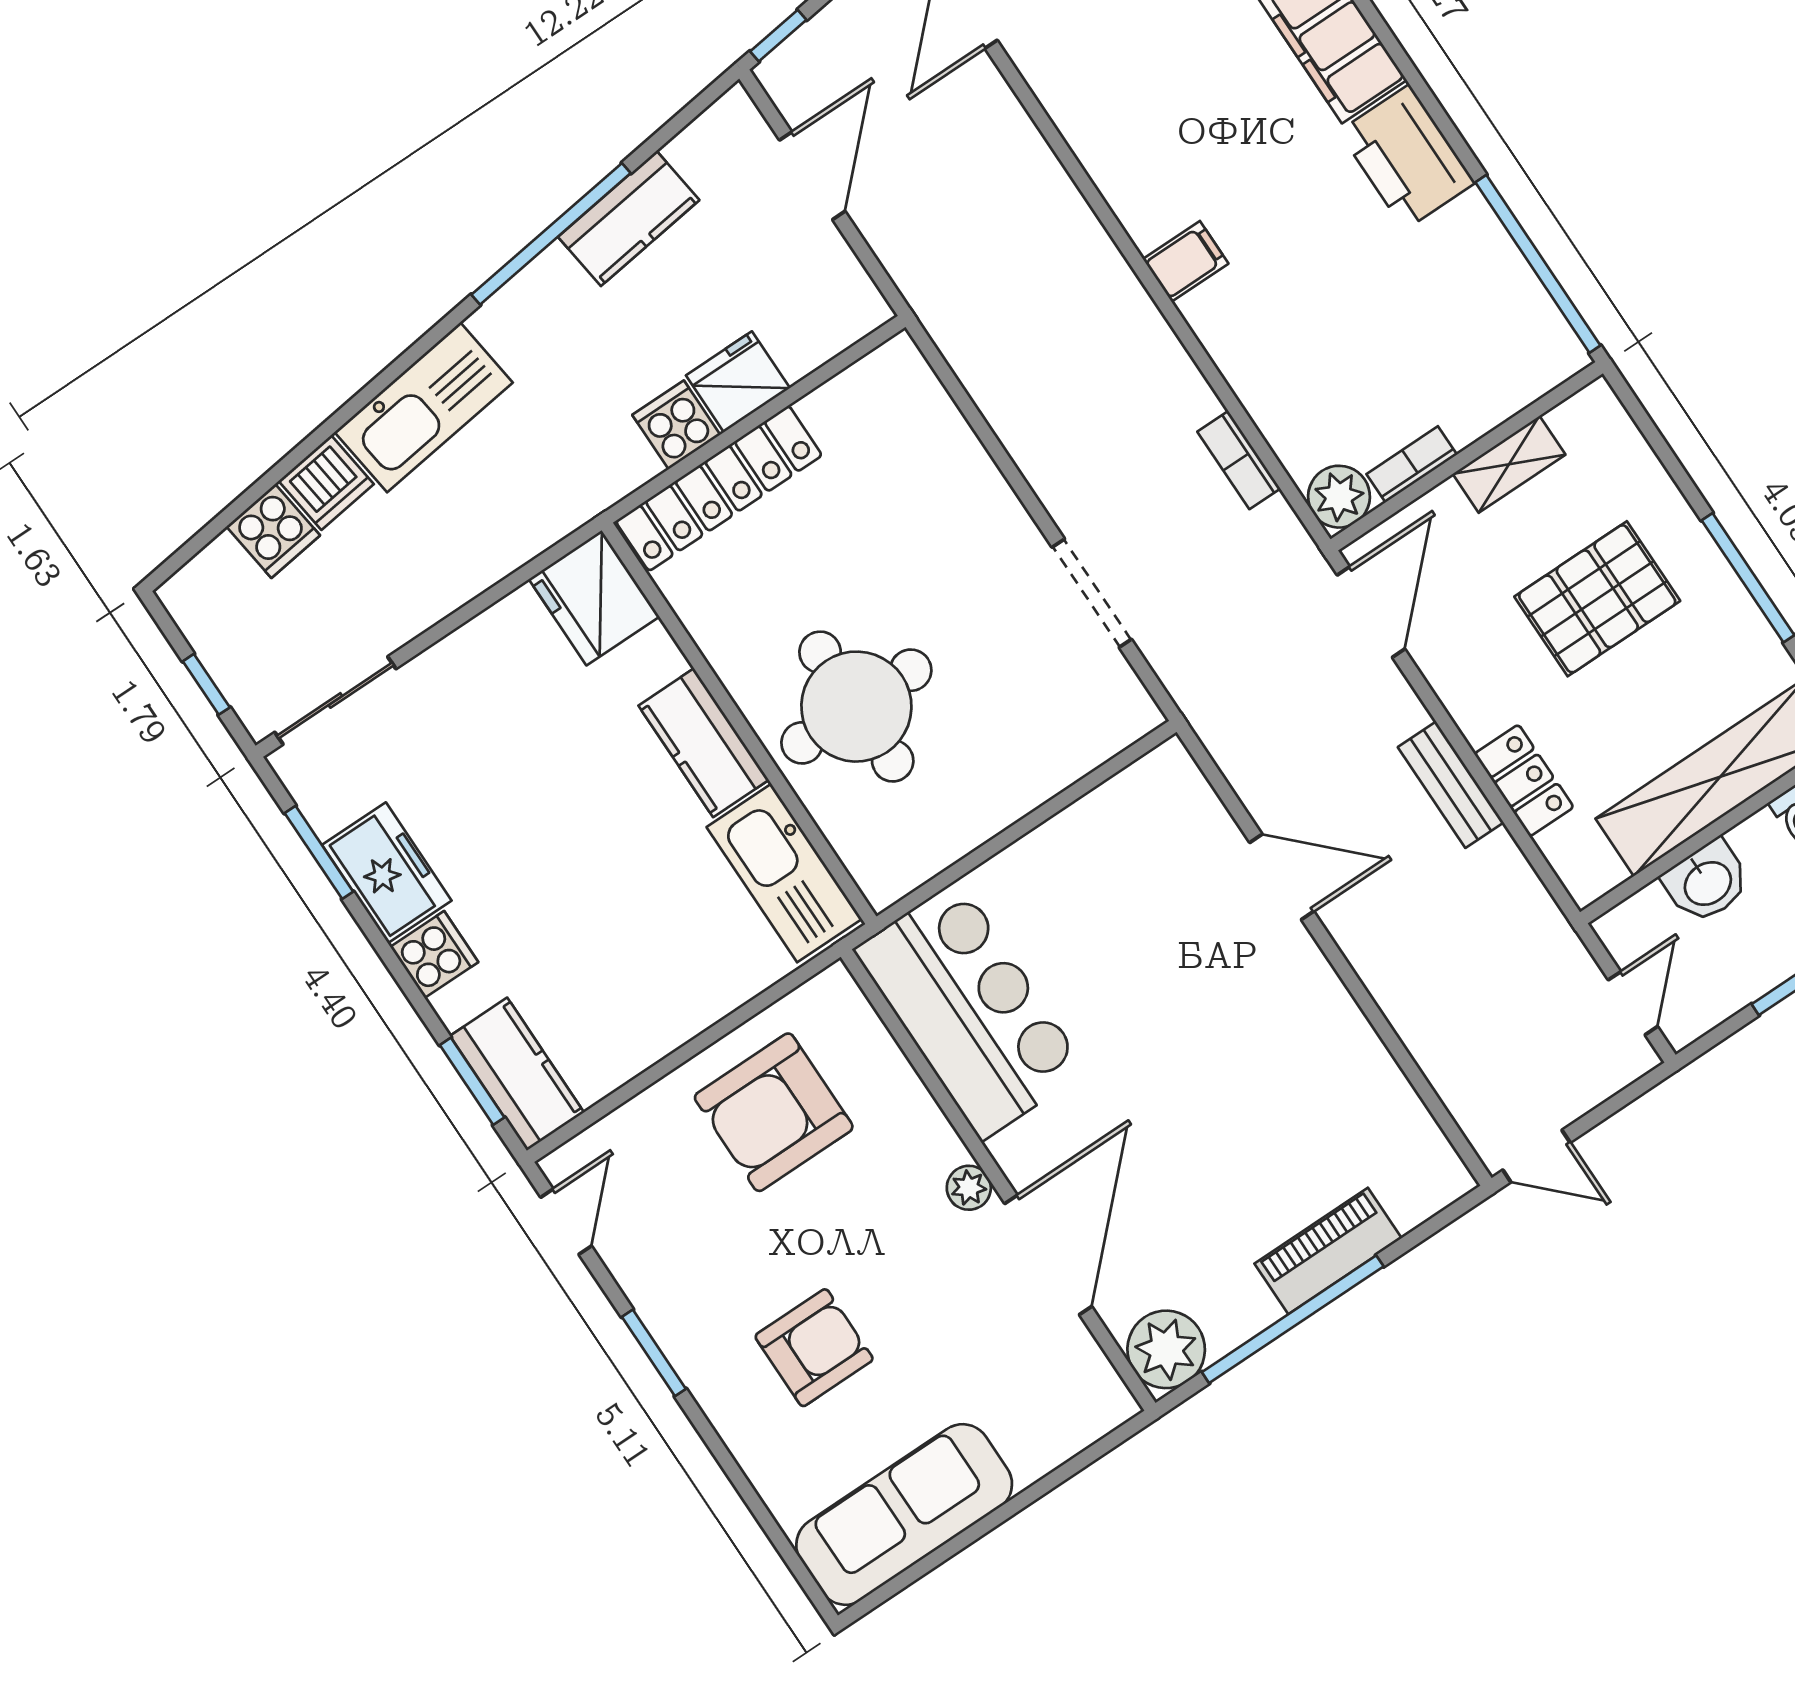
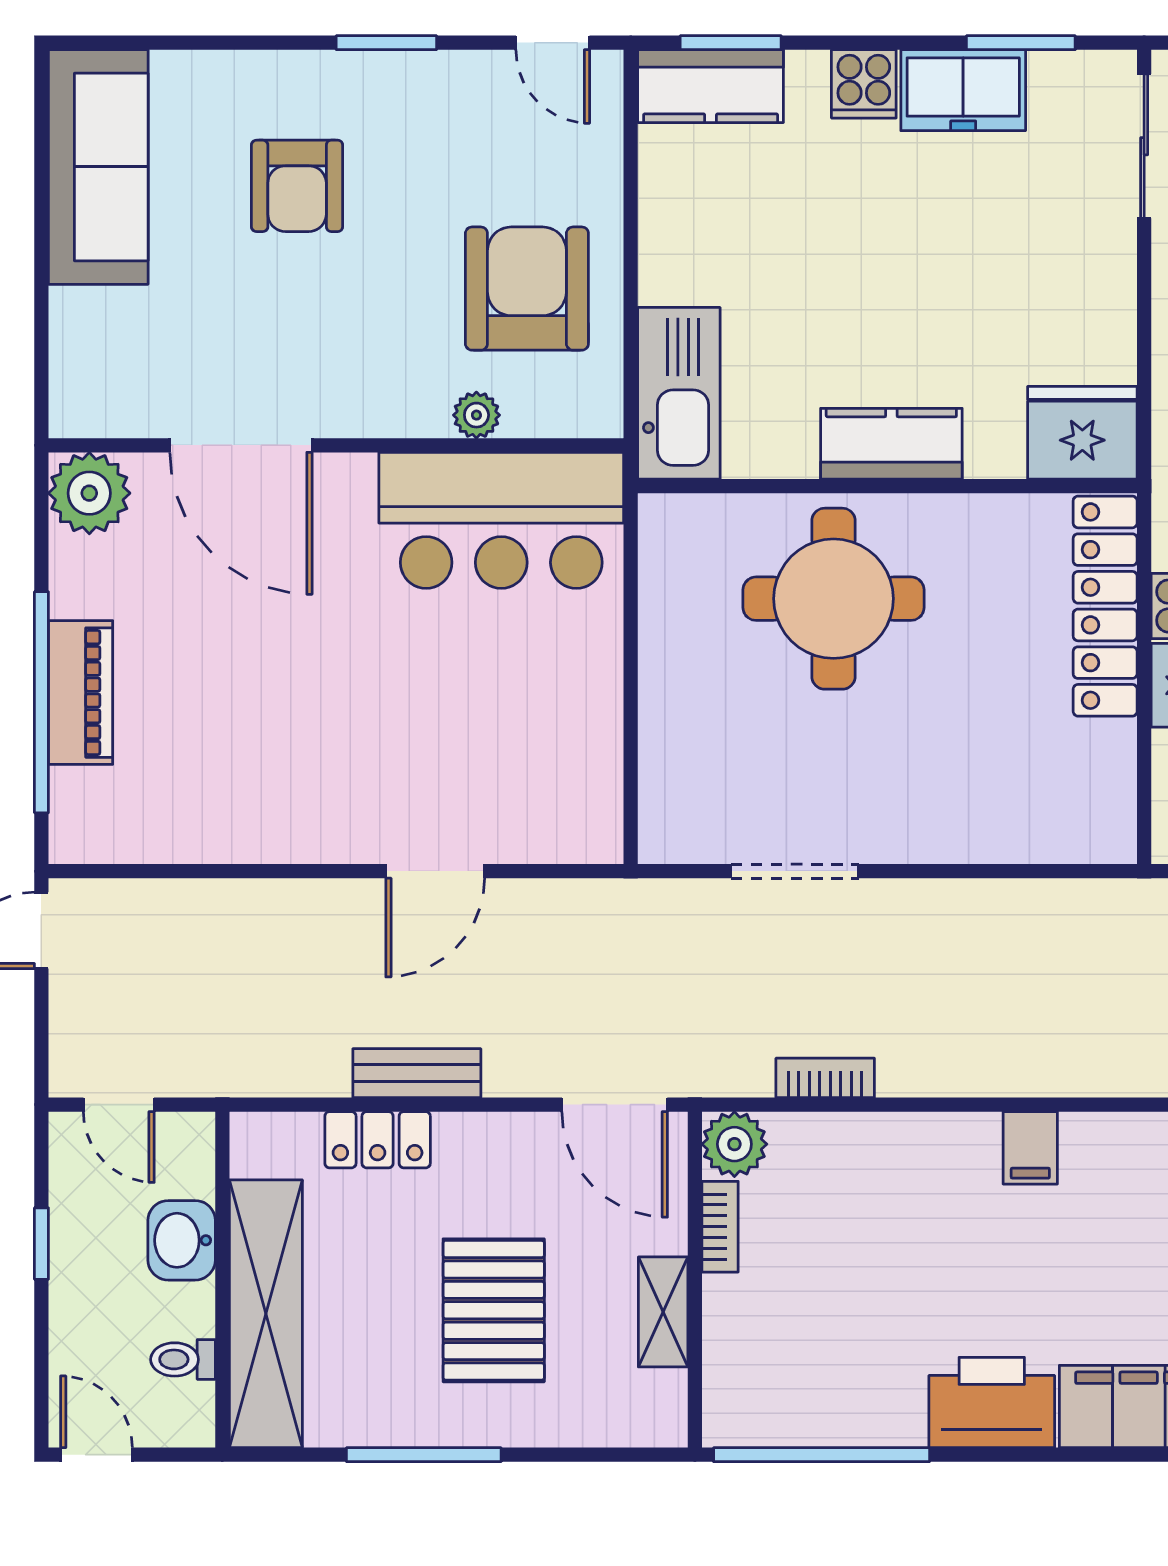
kitchen sink: (784, 873) -> (679, 393), moved, turned 90
plant: (969, 1188) -> (476, 415), moved
window: (1293, 1319) -> (41, 702), moved

